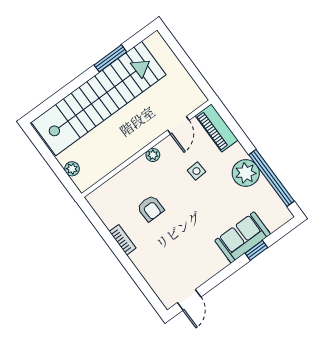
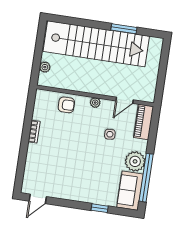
armchair: (151, 208) -> (66, 105), moved, turned -89
sofa: (243, 237) -> (130, 191), moved, turned -90

